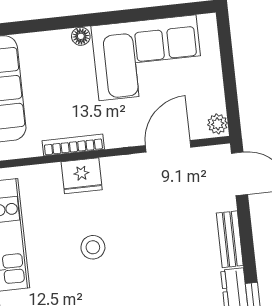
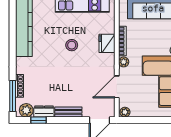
plant: (116, 138) -> (124, 62), added
door: (168, 146) -> (117, 87), swing flipped

